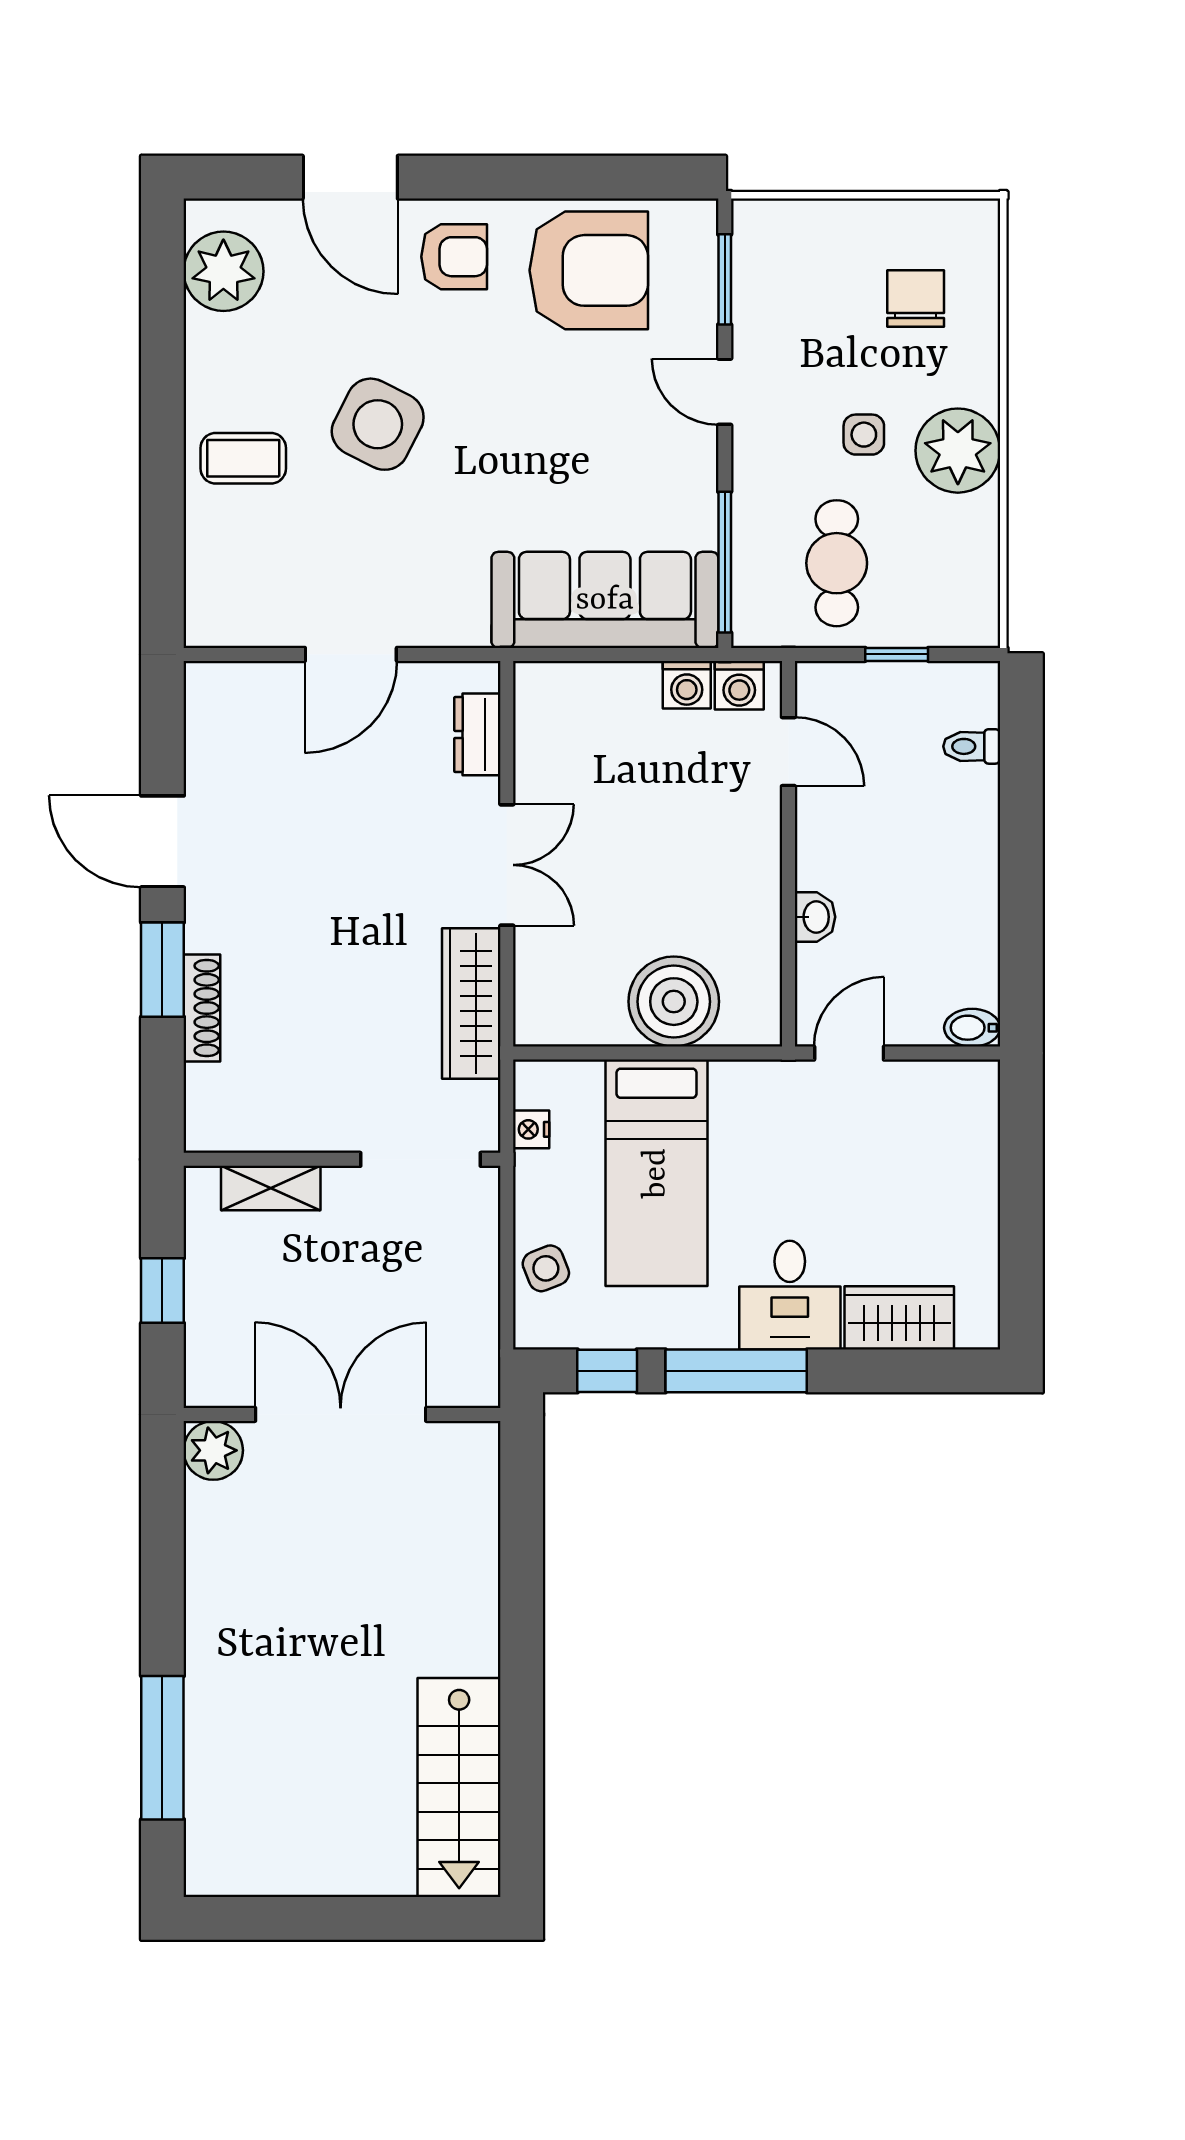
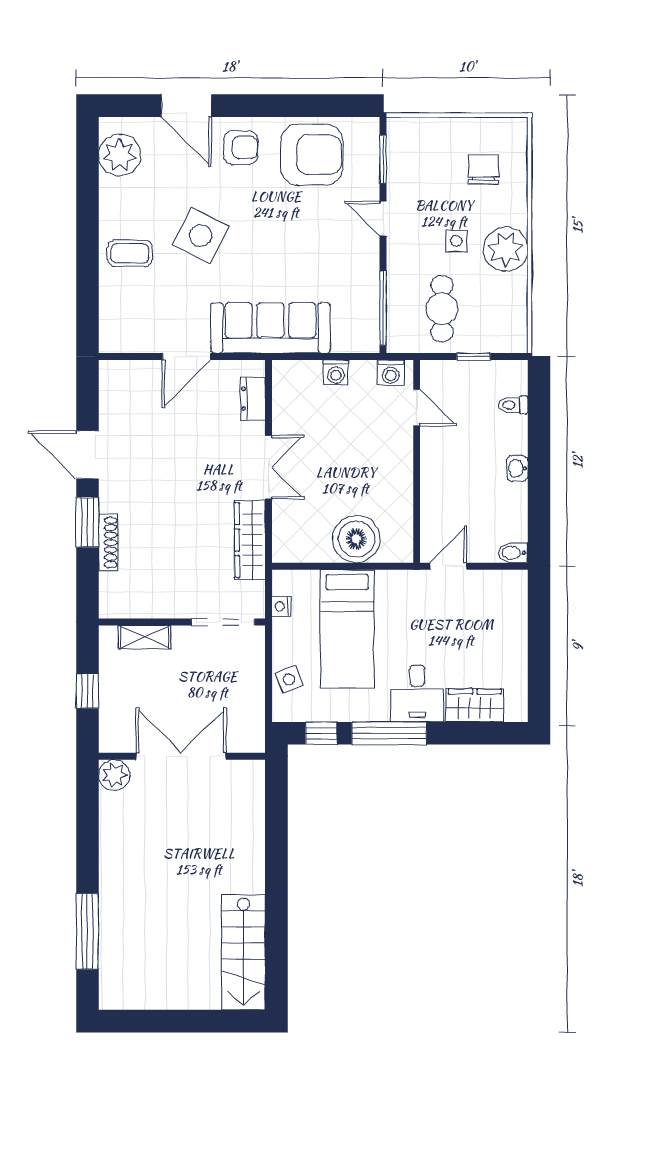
sofa: (605, 600) -> (270, 328), moved
washing machine: (687, 685) -> (336, 373), moved
washbasin: (815, 917) -> (517, 468), moved, turned 180

